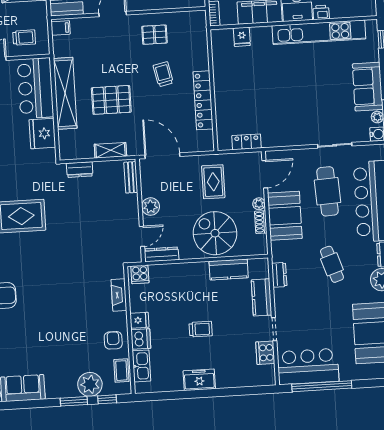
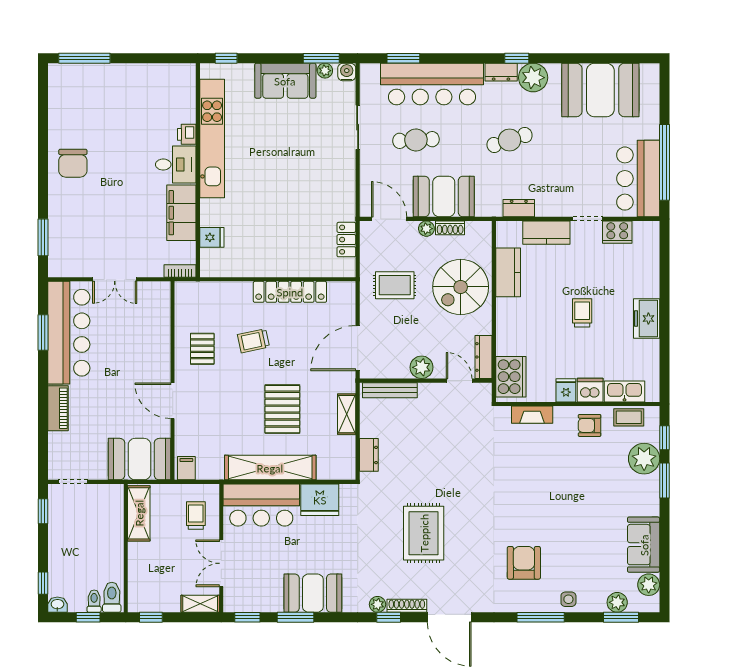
bench: (131, 177) -> (390, 390), width x1.36
cafe table: (328, 191) -> (416, 140), width x0.73, depth x0.74
cooker: (140, 274) -> (511, 377), width x1.87, depth x1.31

